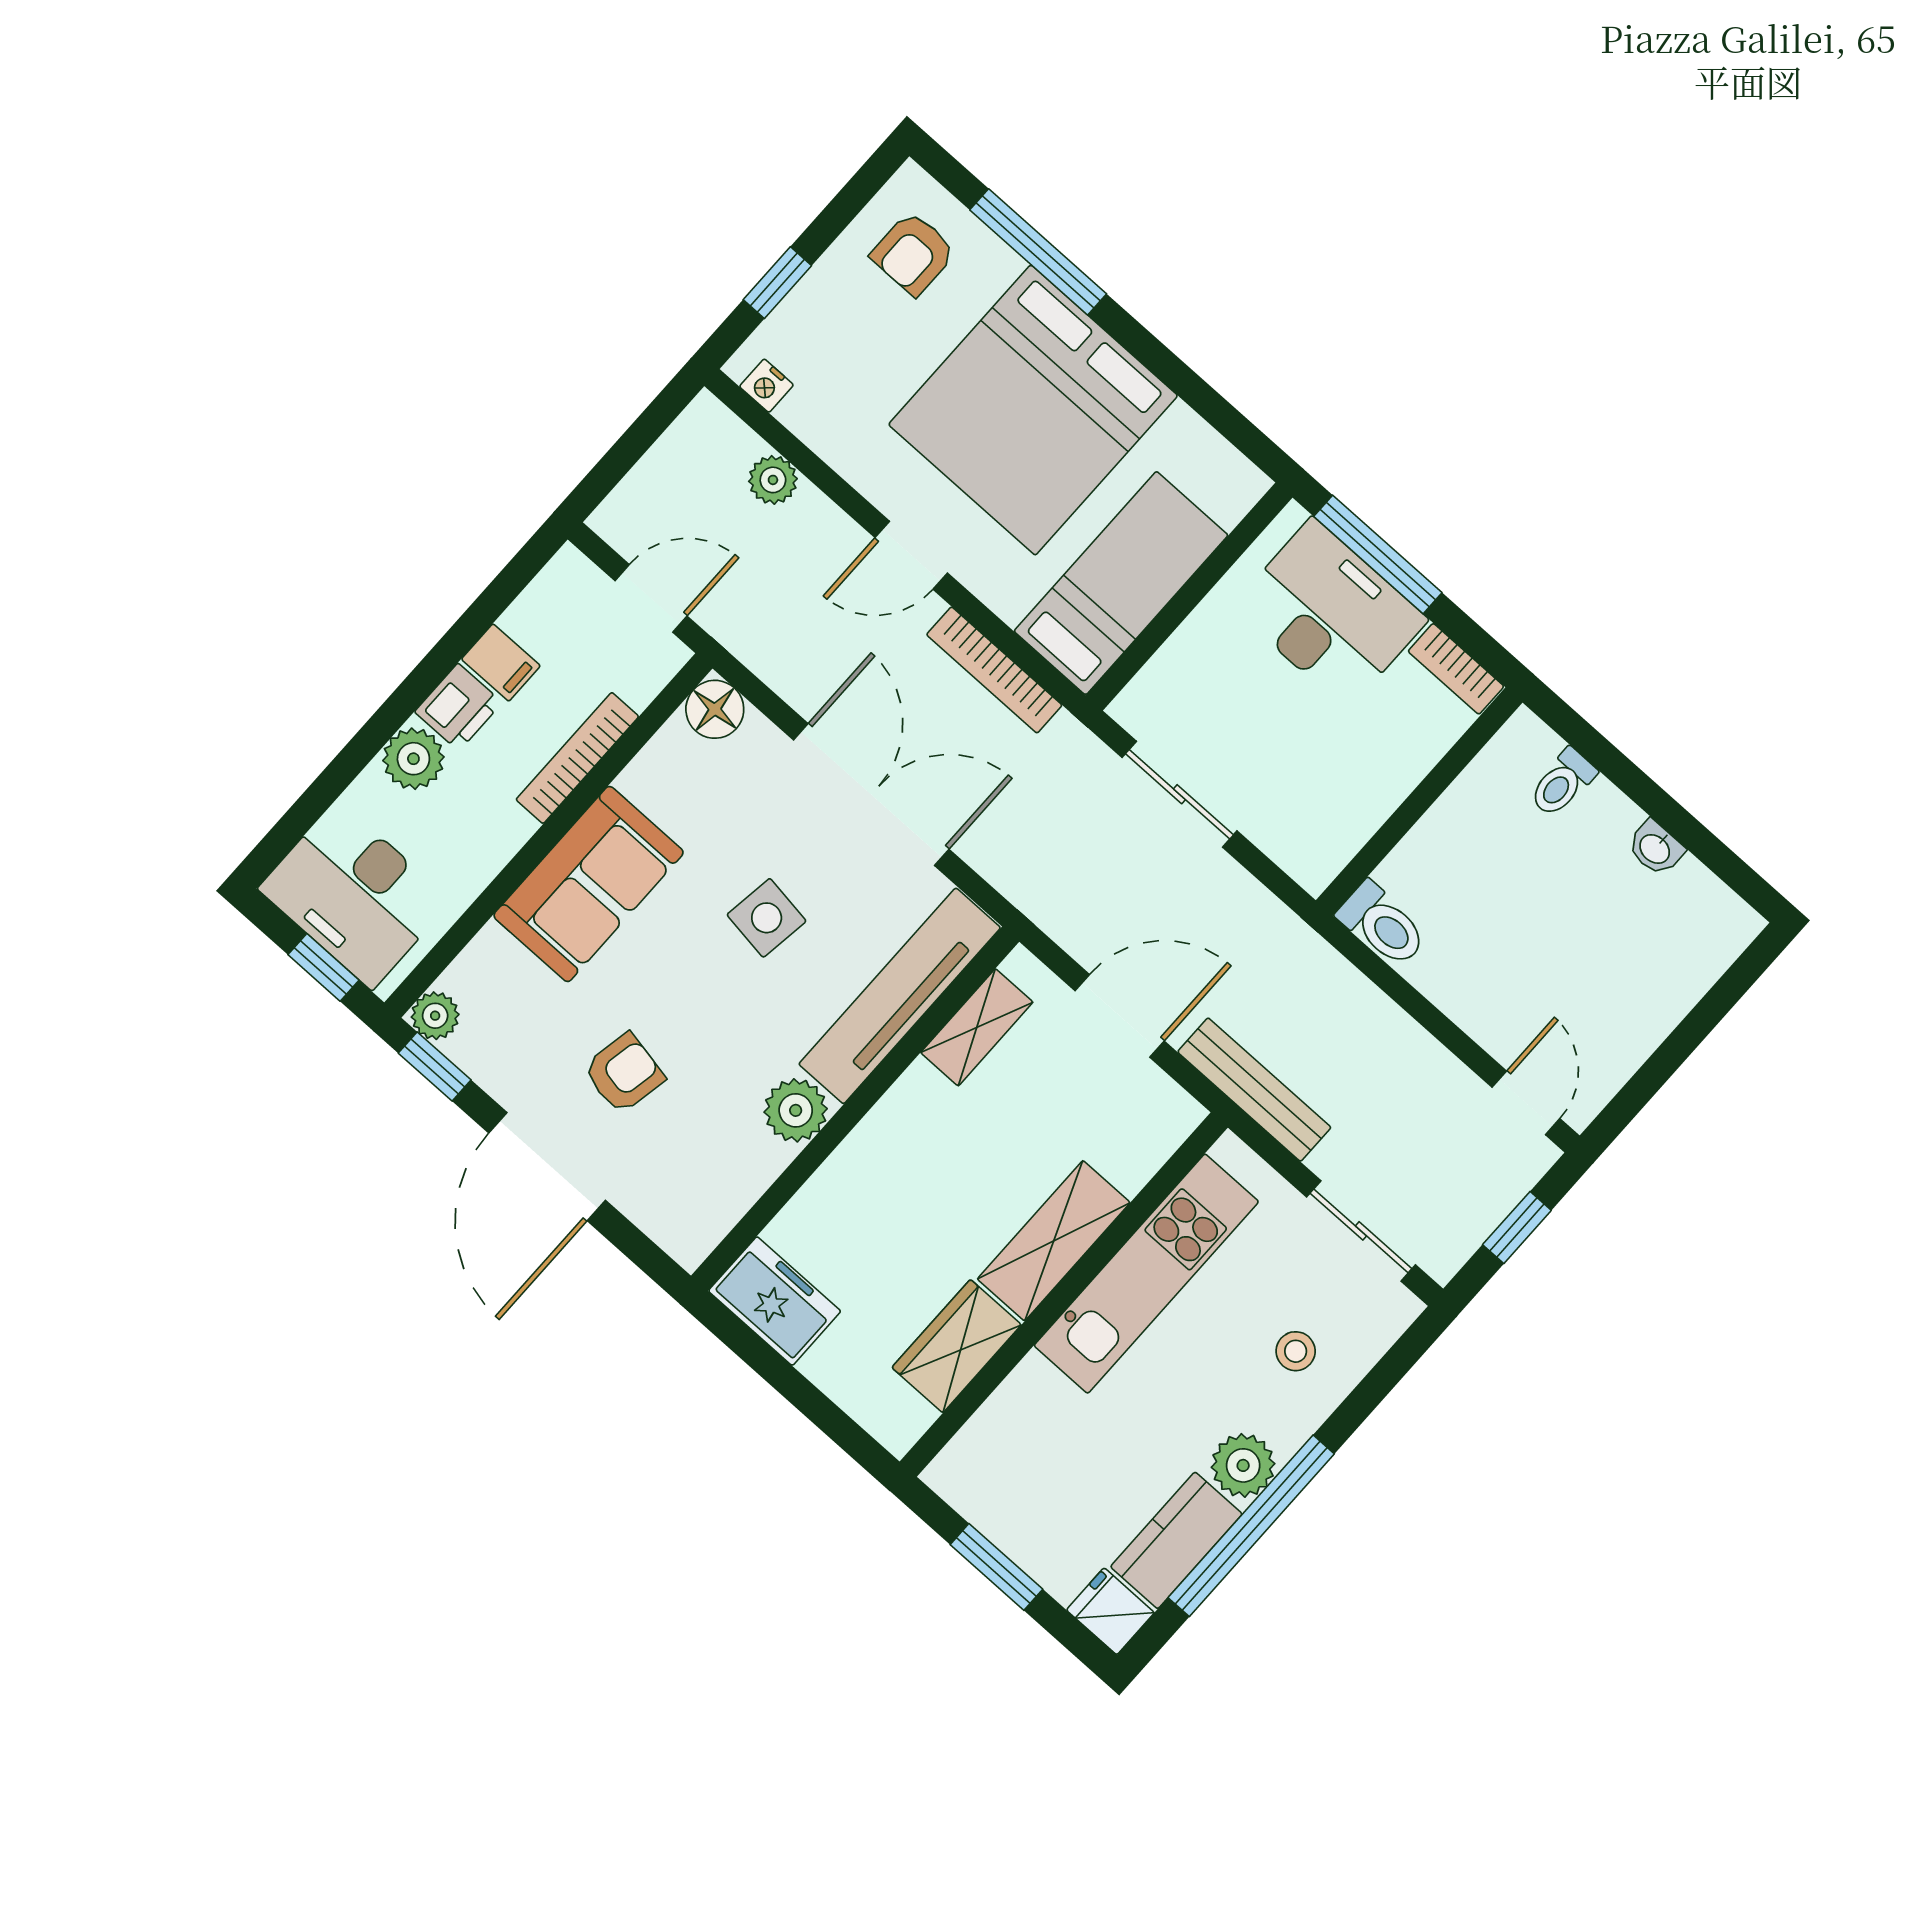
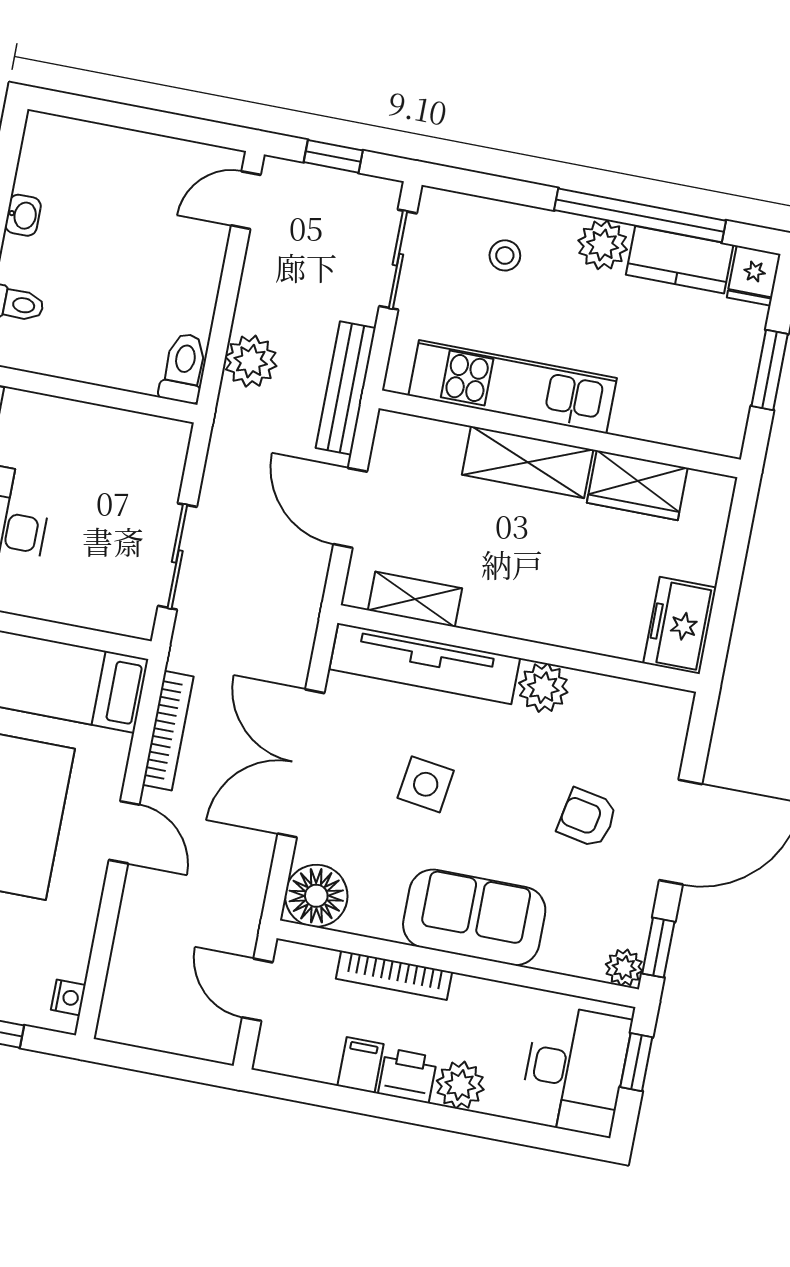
plant: (773, 480) -> (251, 361), moved, width x1.38, depth x1.38
floor lamp: (715, 709) -> (316, 896), width x1.38, depth x1.38

